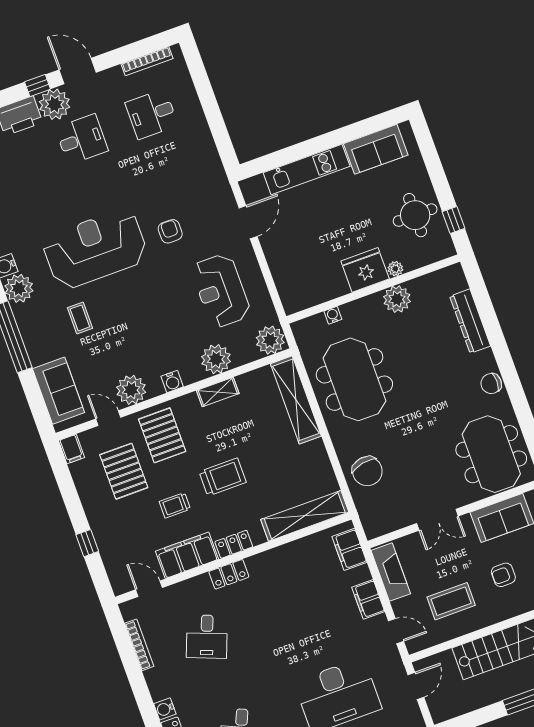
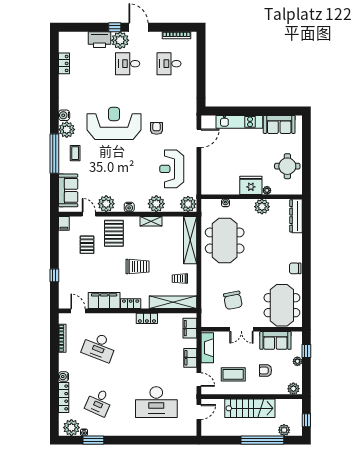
desk: (82, 139) -> (128, 64), turned 180
window: (453, 220) -> (306, 176), removed
coffee table: (80, 318) -> (75, 153), moved
dresser: (470, 321) -> (296, 216), moved
pallet: (124, 471) -> (87, 245), width x0.67, depth x0.71
chair: (367, 471) -> (233, 300), moved
trolley: (175, 505) -> (180, 279), moved
locker: (229, 574) -> (147, 318), moved
desk: (207, 637) -> (99, 347), width x1.37

